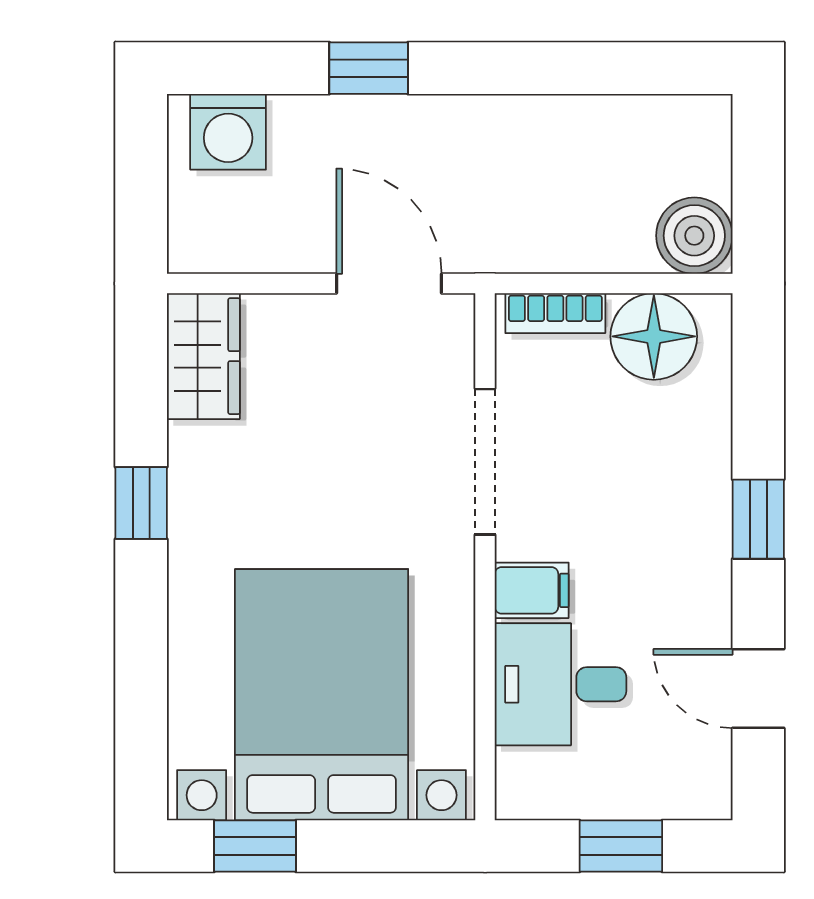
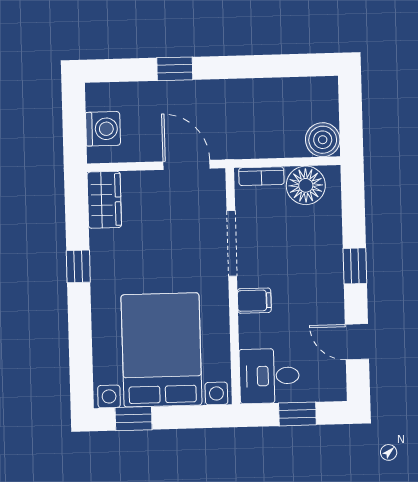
washing machine: (228, 132) -> (103, 129), moved, turned -90
desk: (561, 684) -> (269, 376), moved

